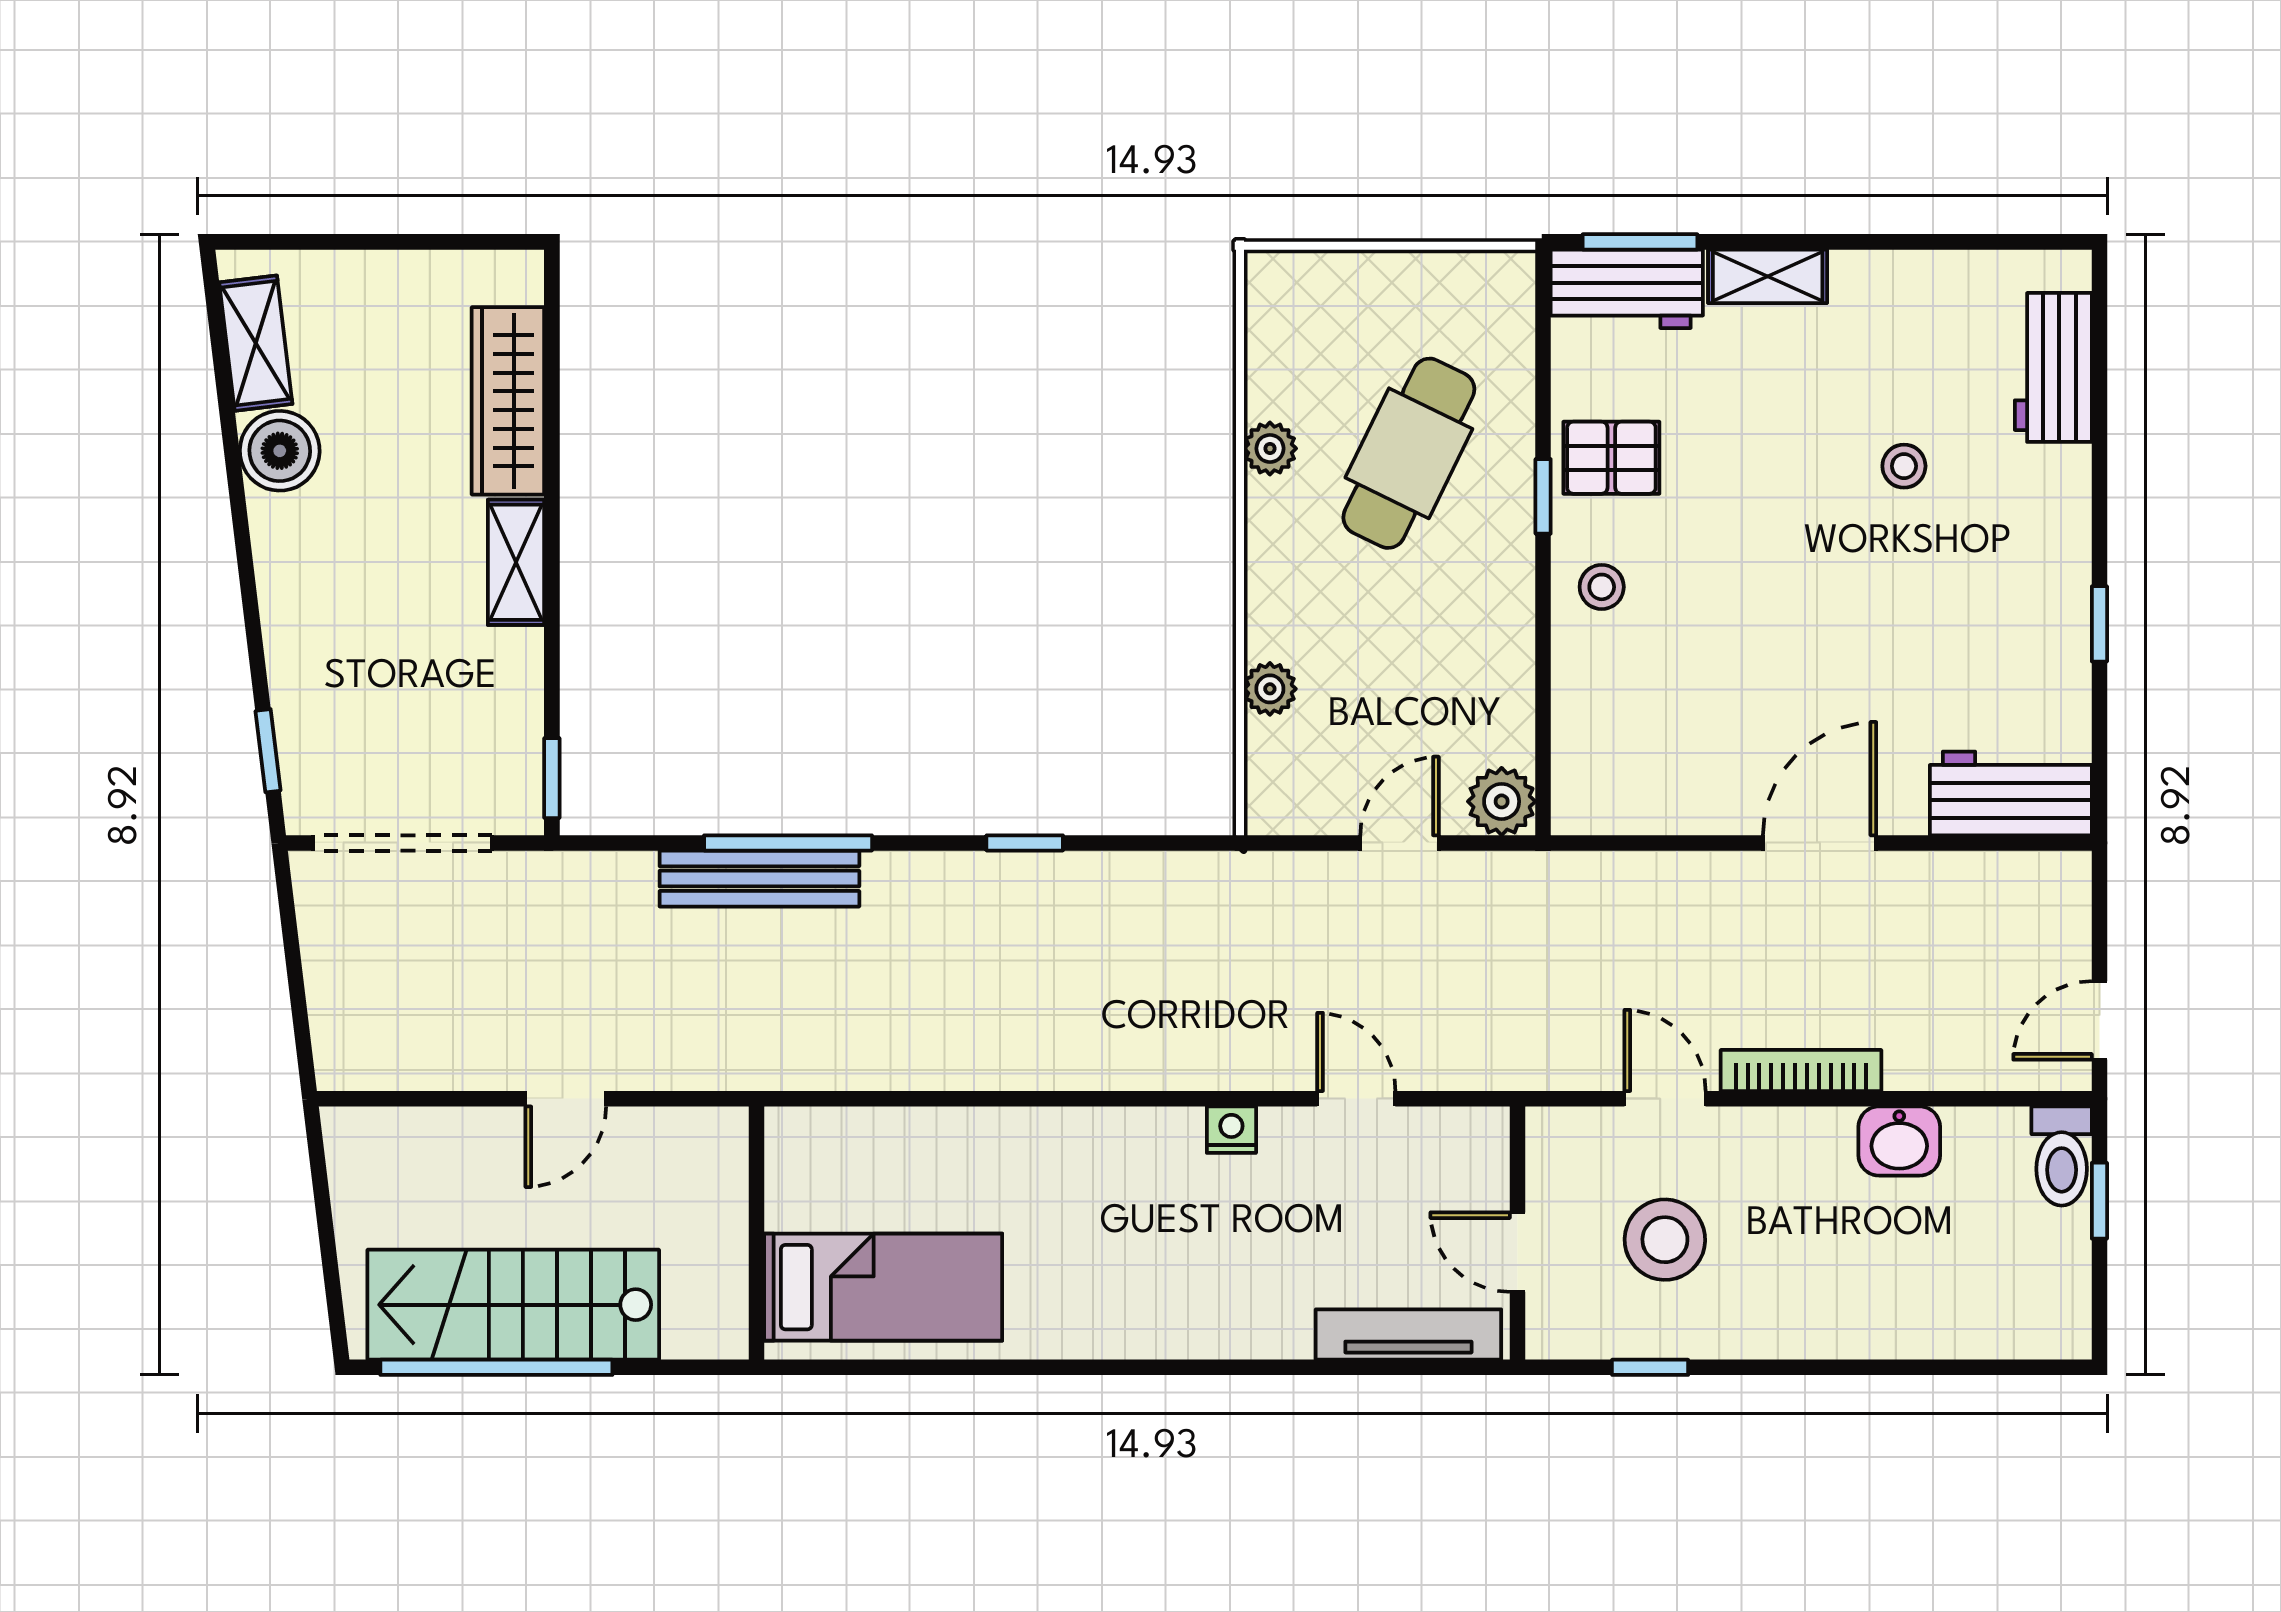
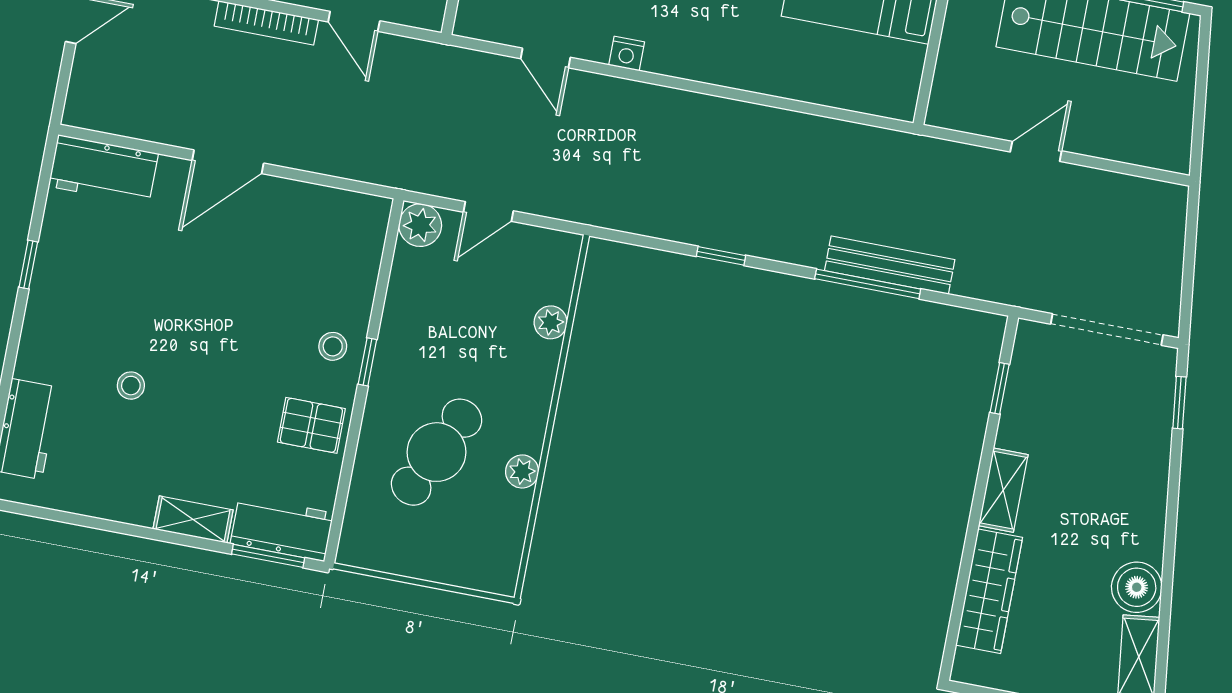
window: (1543, 496) -> (367, 362), moved
window: (552, 778) -> (1000, 388), moved

